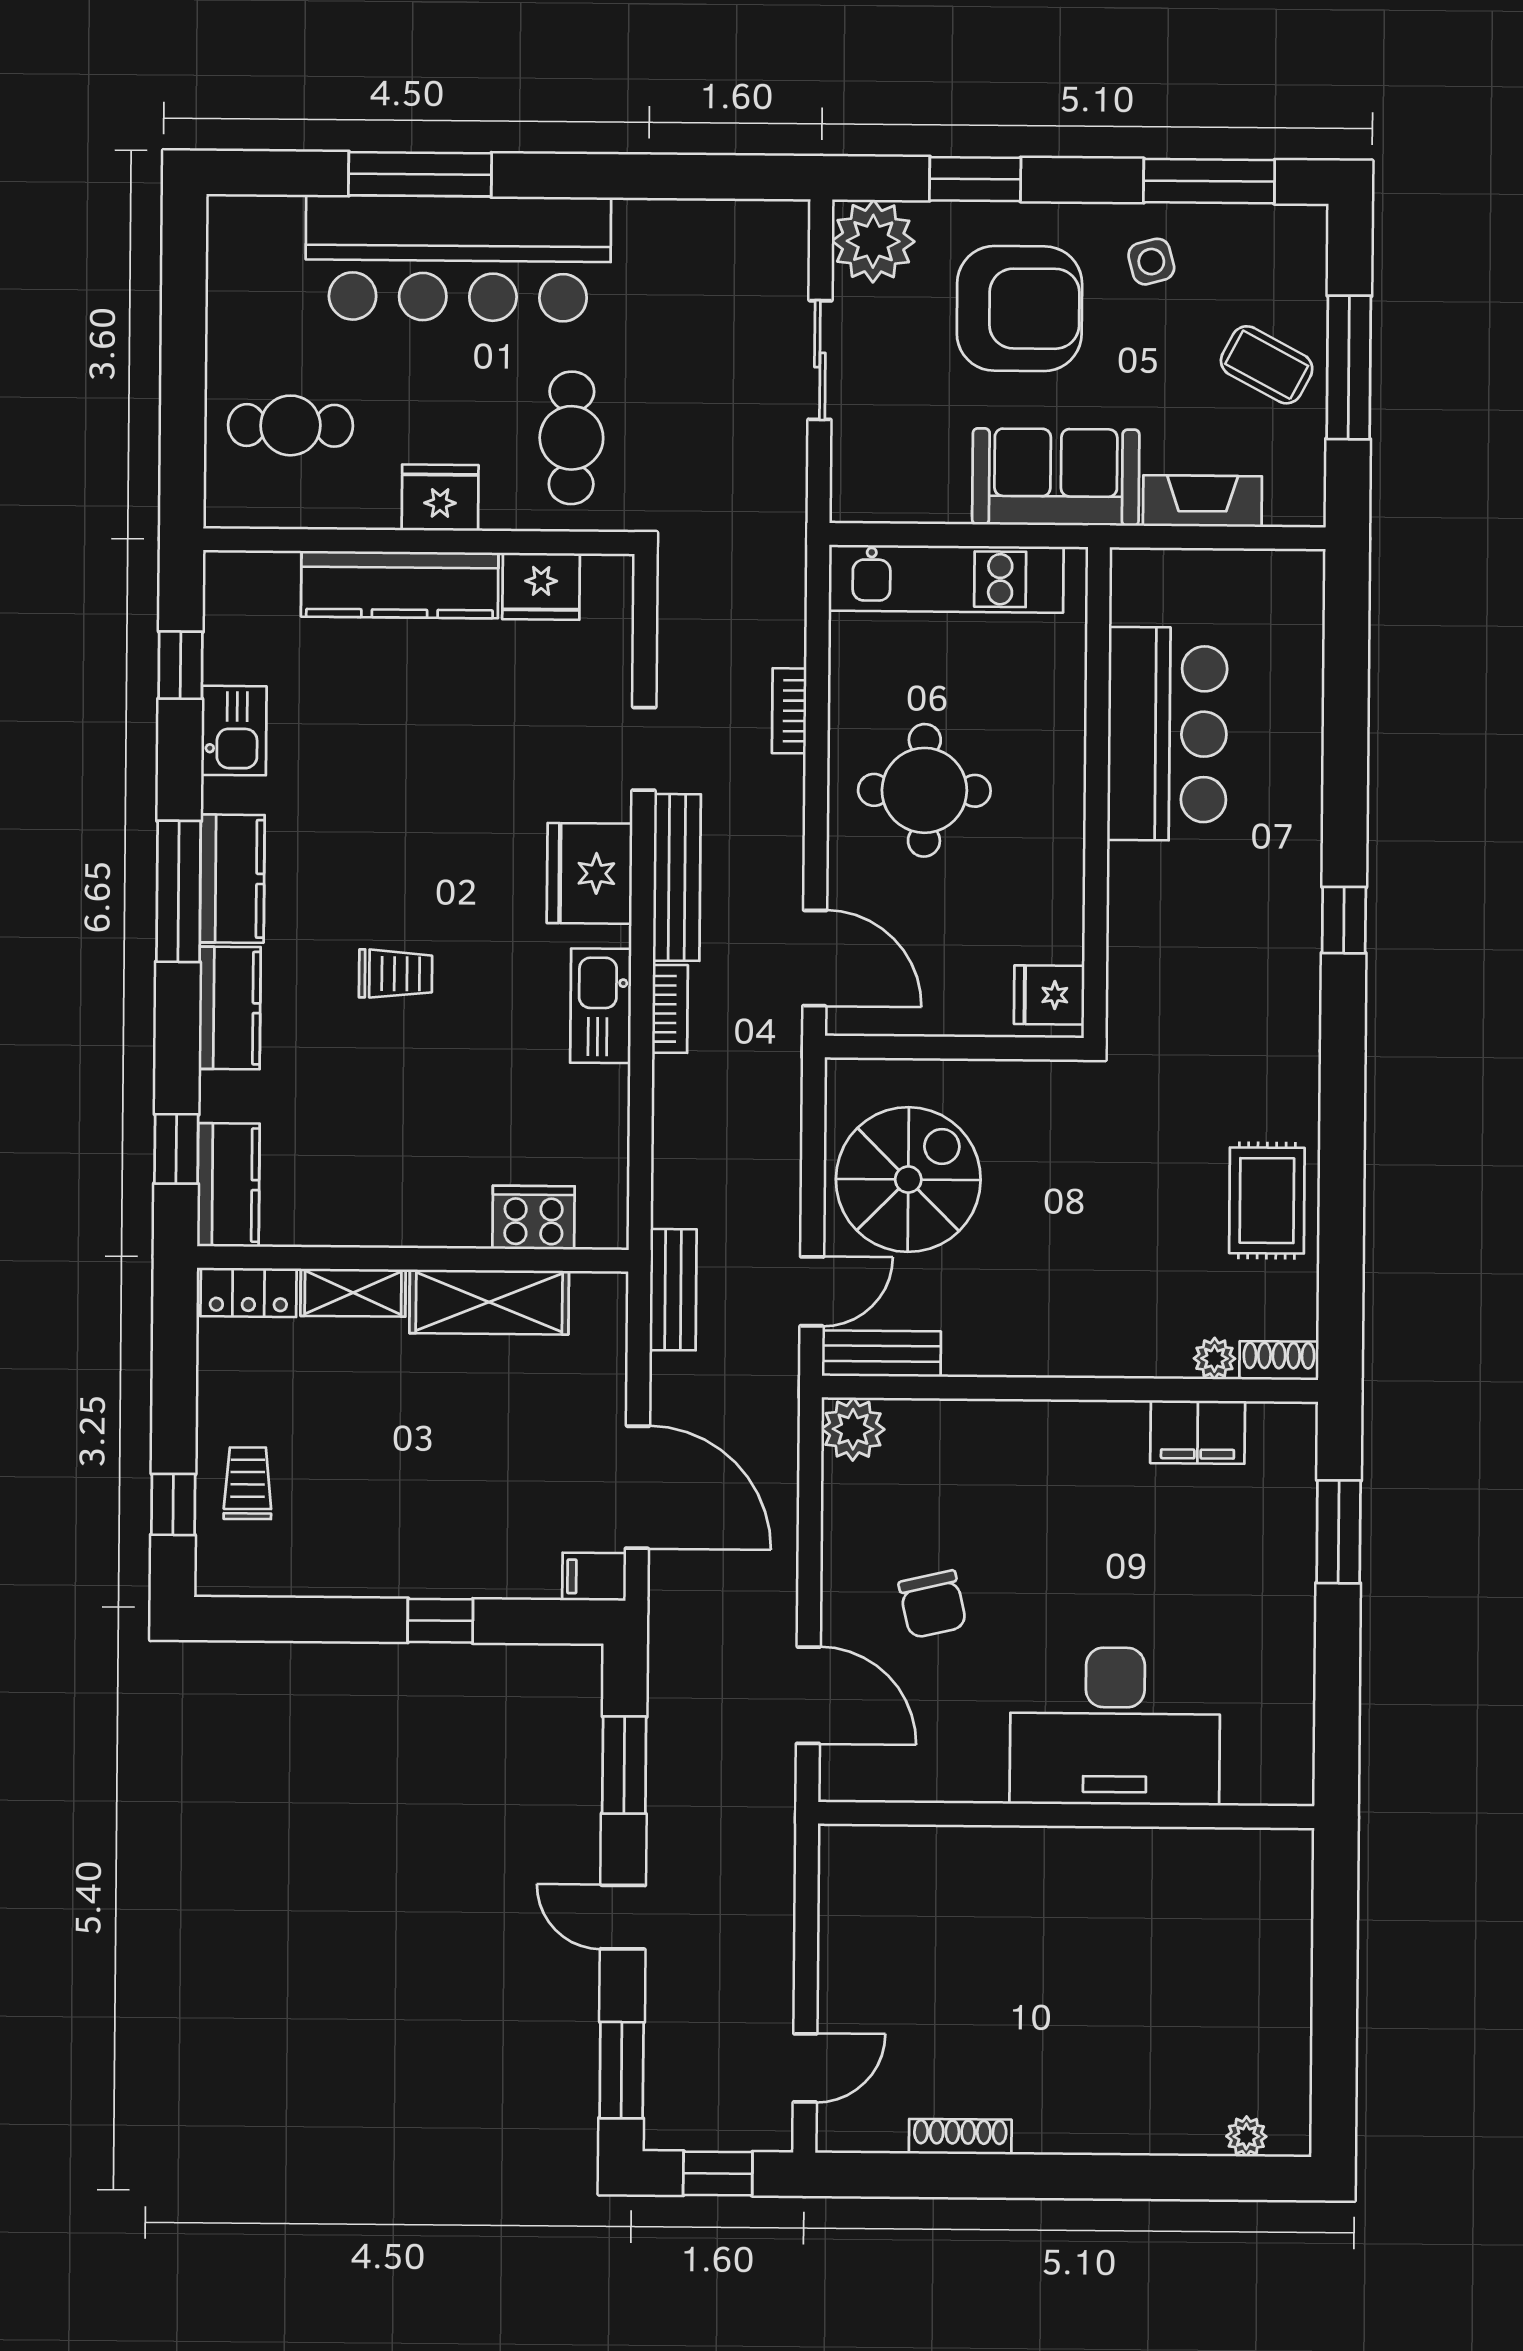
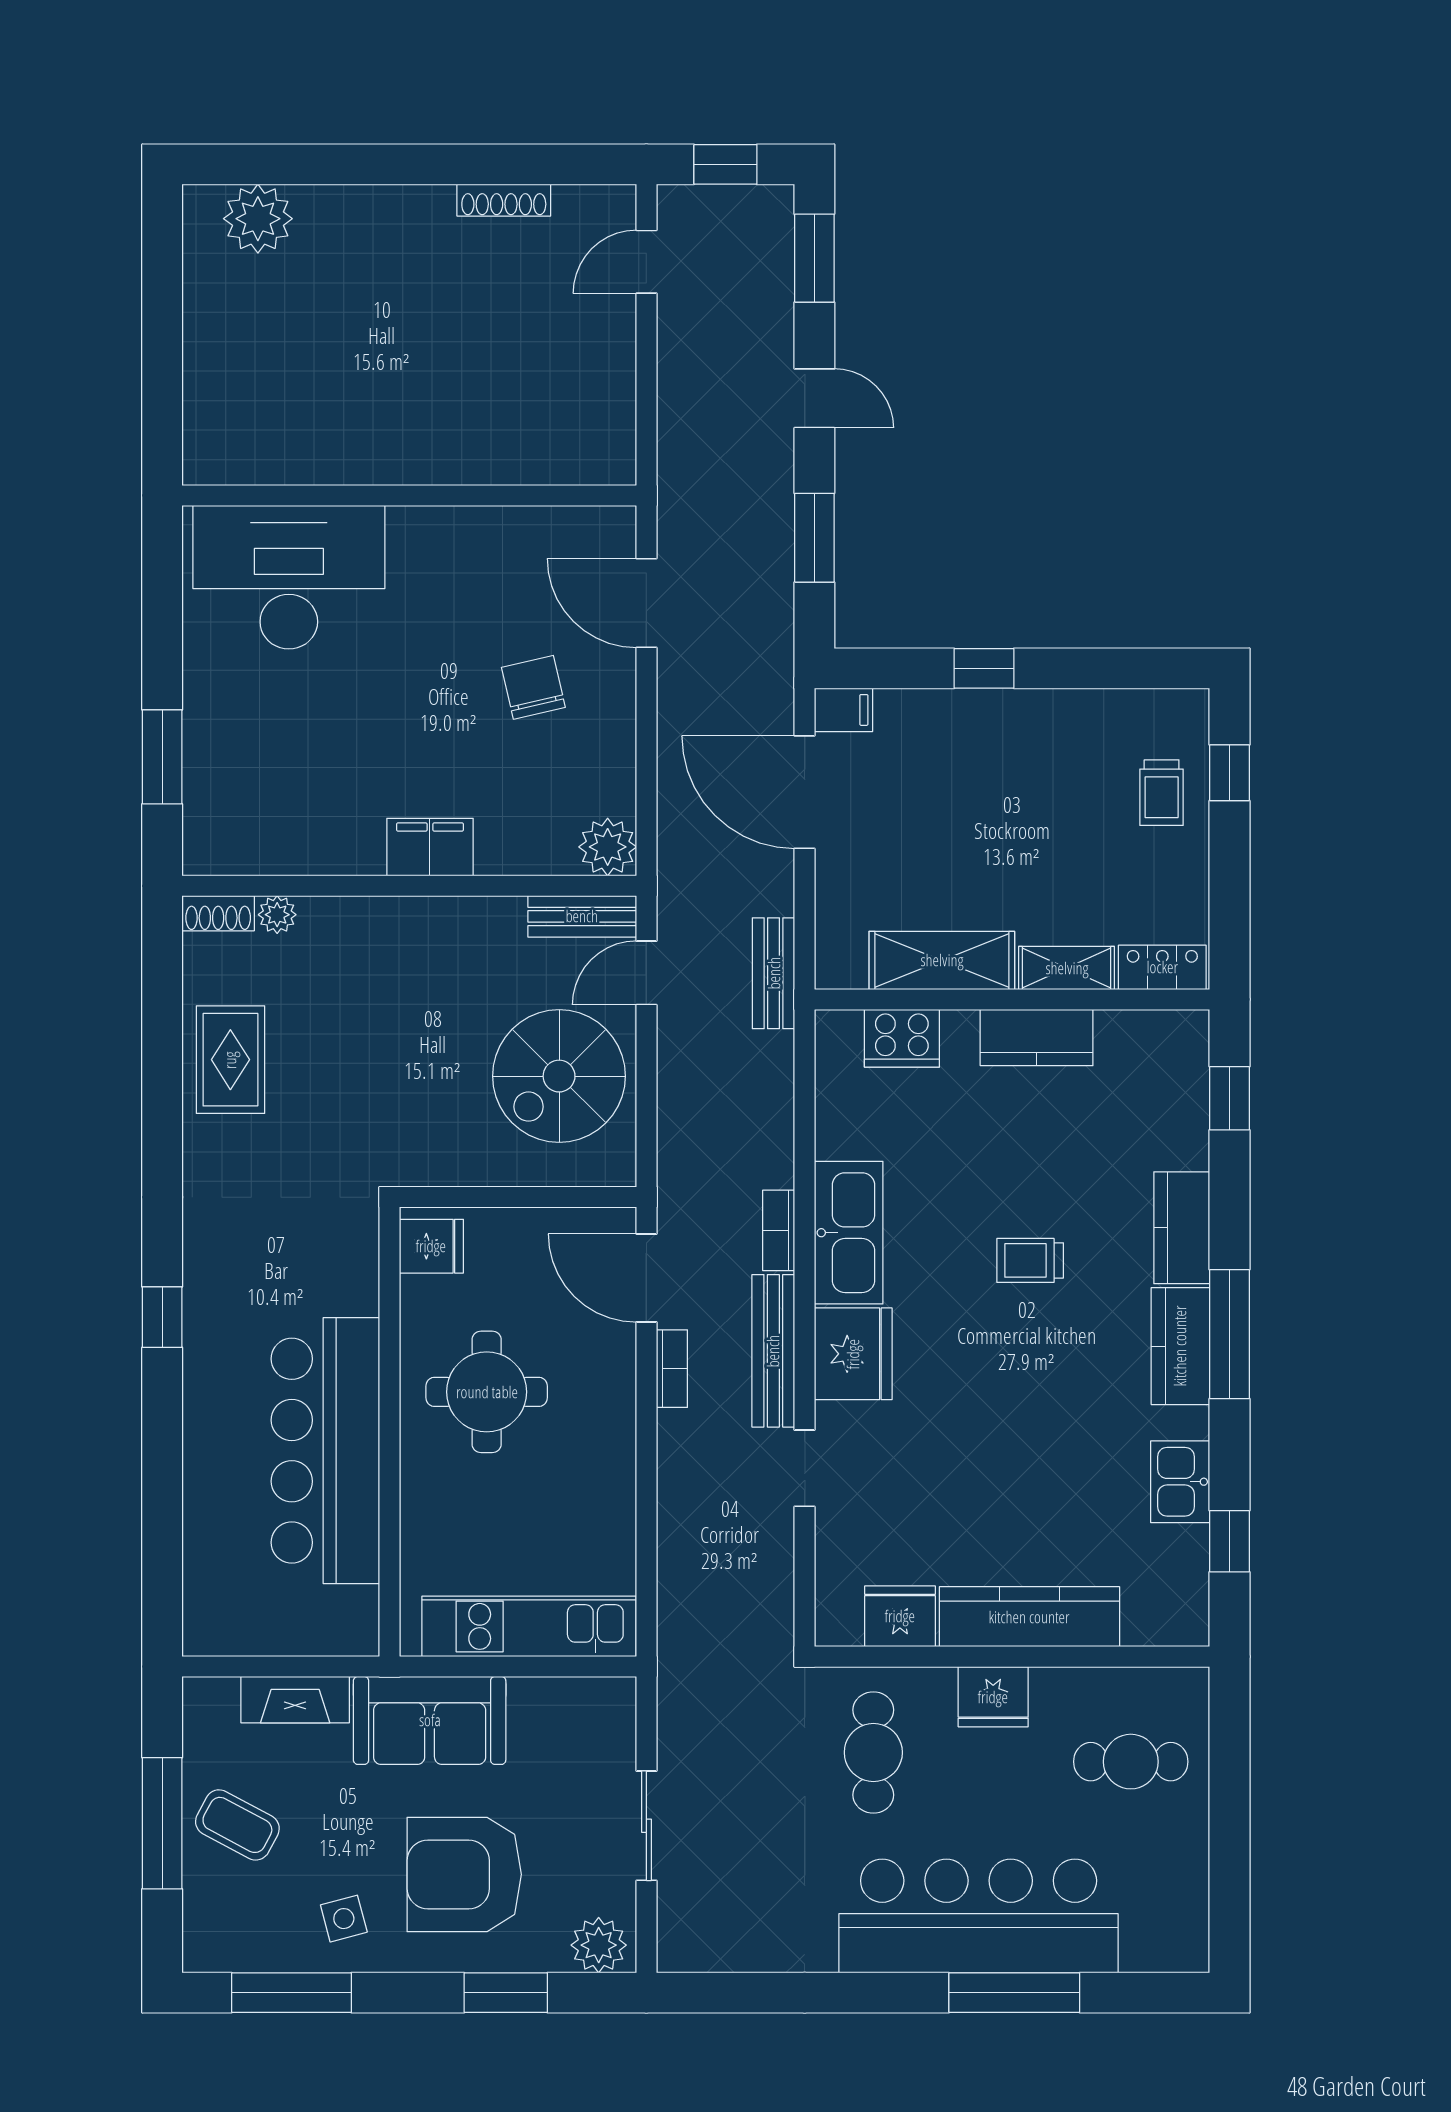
plant: (873, 241) -> (599, 1945), width x0.73, depth x0.73
bookcase: (789, 711) -> (672, 1369), moved
bar counter: (1167, 734) -> (325, 1451), width x1.36
round table: (924, 790) -> (487, 1392), moved
kitchen sink: (601, 1006) -> (849, 1233), width x1.36, depth x1.24
kitchen counter: (228, 1185) -> (1037, 1037), moved, turned -90
filing cabinet: (1198, 1432) -> (430, 847), moved
desk: (1115, 1726) -> (289, 577), moved
plant: (1246, 2136) -> (258, 219), width x1.87, depth x1.87

